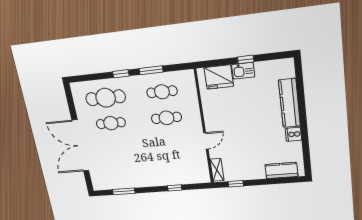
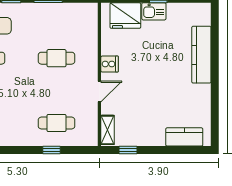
cafe table: (162, 92) -> (56, 123), moved
cooker: (293, 134) -> (110, 64), moved, turned 180

